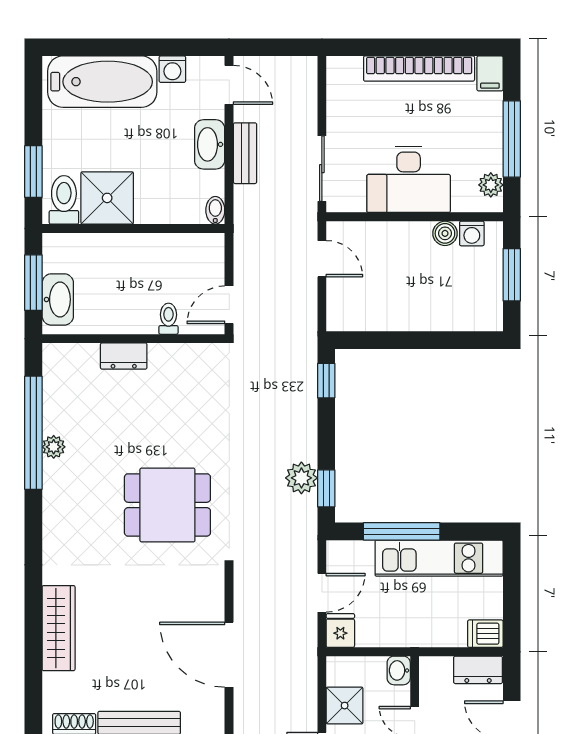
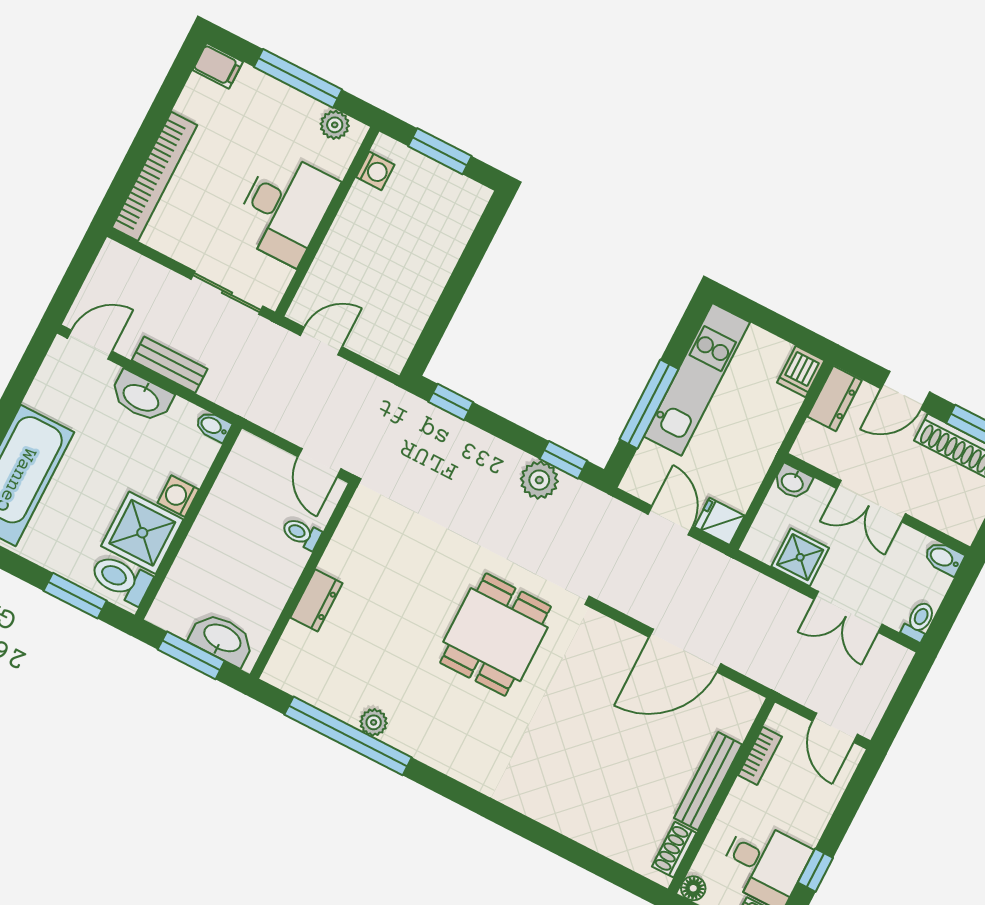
washing machine: (172, 69) -> (178, 496), moved, turned 180
bookcase: (419, 69) -> (155, 176), moved
boiler: (445, 233) -> (361, 199), removed
wardrobe: (59, 628) -> (566, 815), removed

